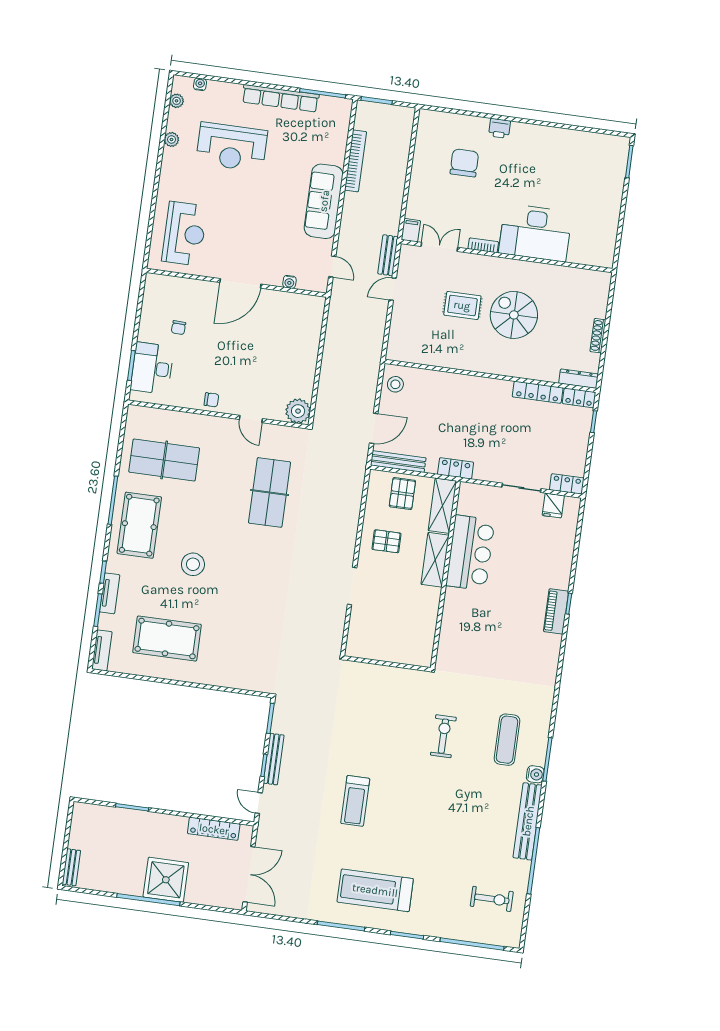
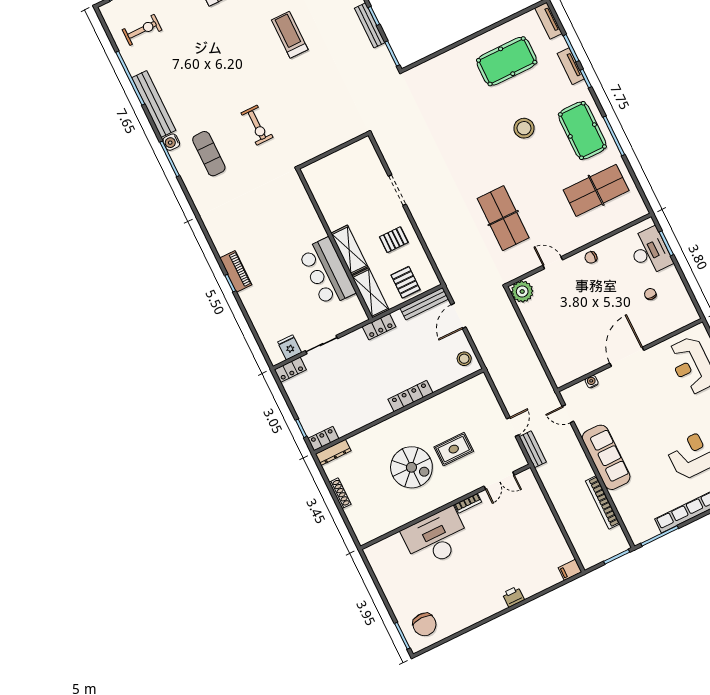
chair: (464, 163) -> (424, 624), moved
filing cabinet: (411, 230) -> (570, 570), moved, turned 90
locker: (538, 392) -> (410, 396), moved
exercise bike: (492, 899) -> (142, 30), turned 180

